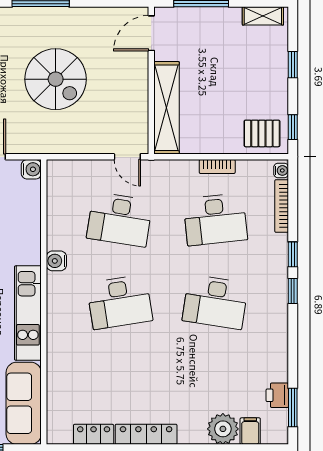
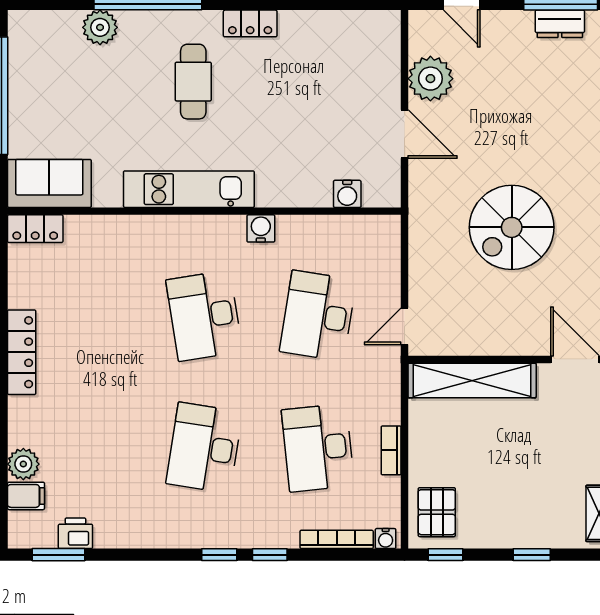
water cooler: (31, 169) -> (347, 194), moved
sofa: (24, 403) -> (49, 183), width x0.73
plant: (223, 429) -> (23, 464), width x0.73, depth x0.73
locker: (94, 434) -> (35, 229), moved, turned 90

